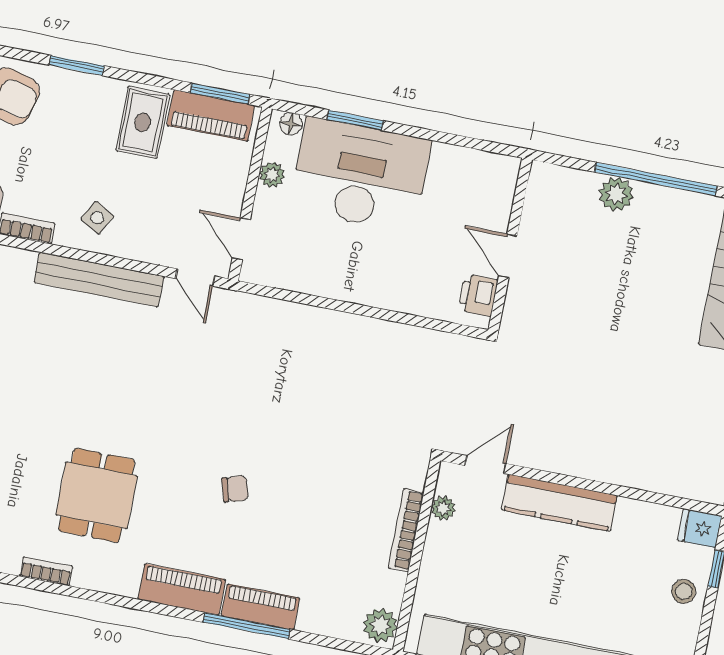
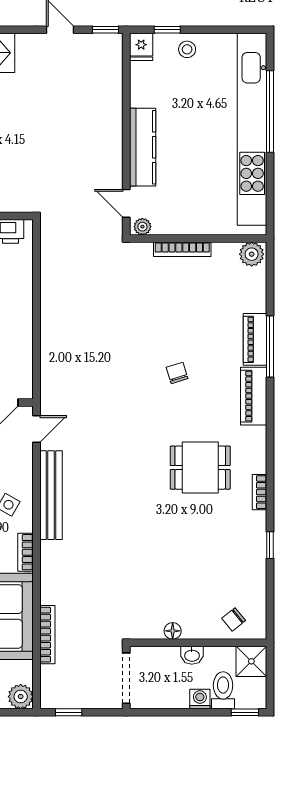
plant: (443, 508) -> (142, 227), moved

